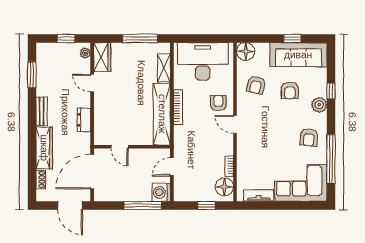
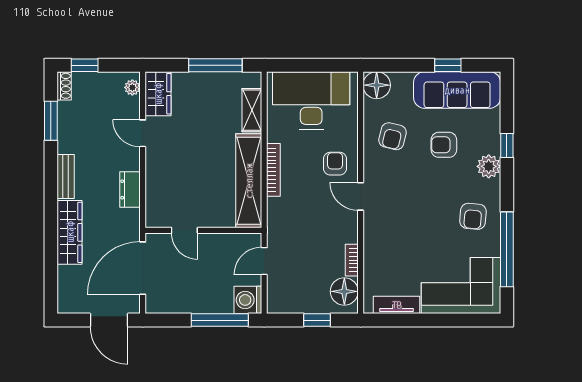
window: (66, 38) -> (85, 65), moved
armchair: (290, 91) -> (444, 145), turned 90
shoe rack: (41, 180) -> (64, 86), moved

